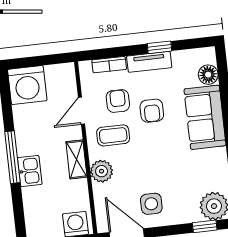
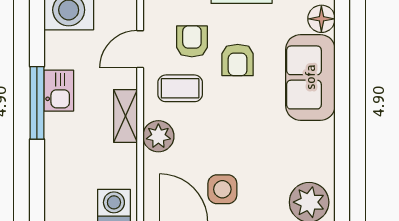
kitchen sink: (30, 171) -> (59, 91), moved

